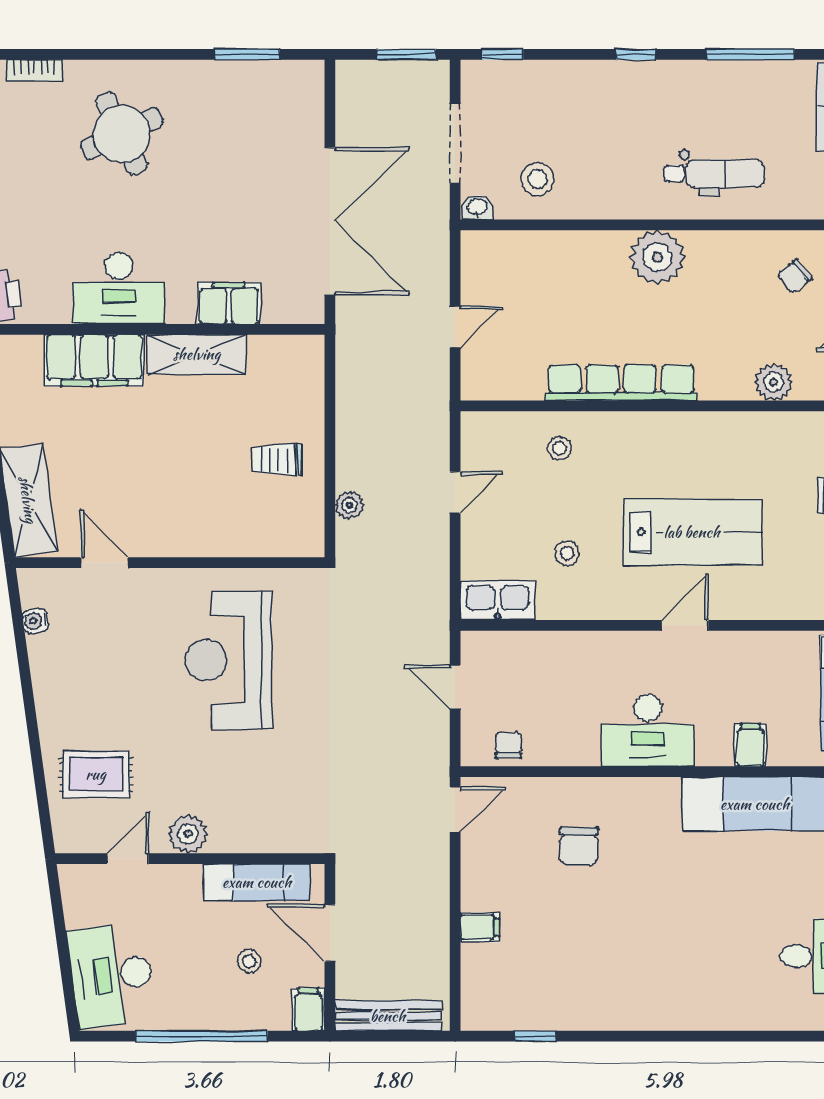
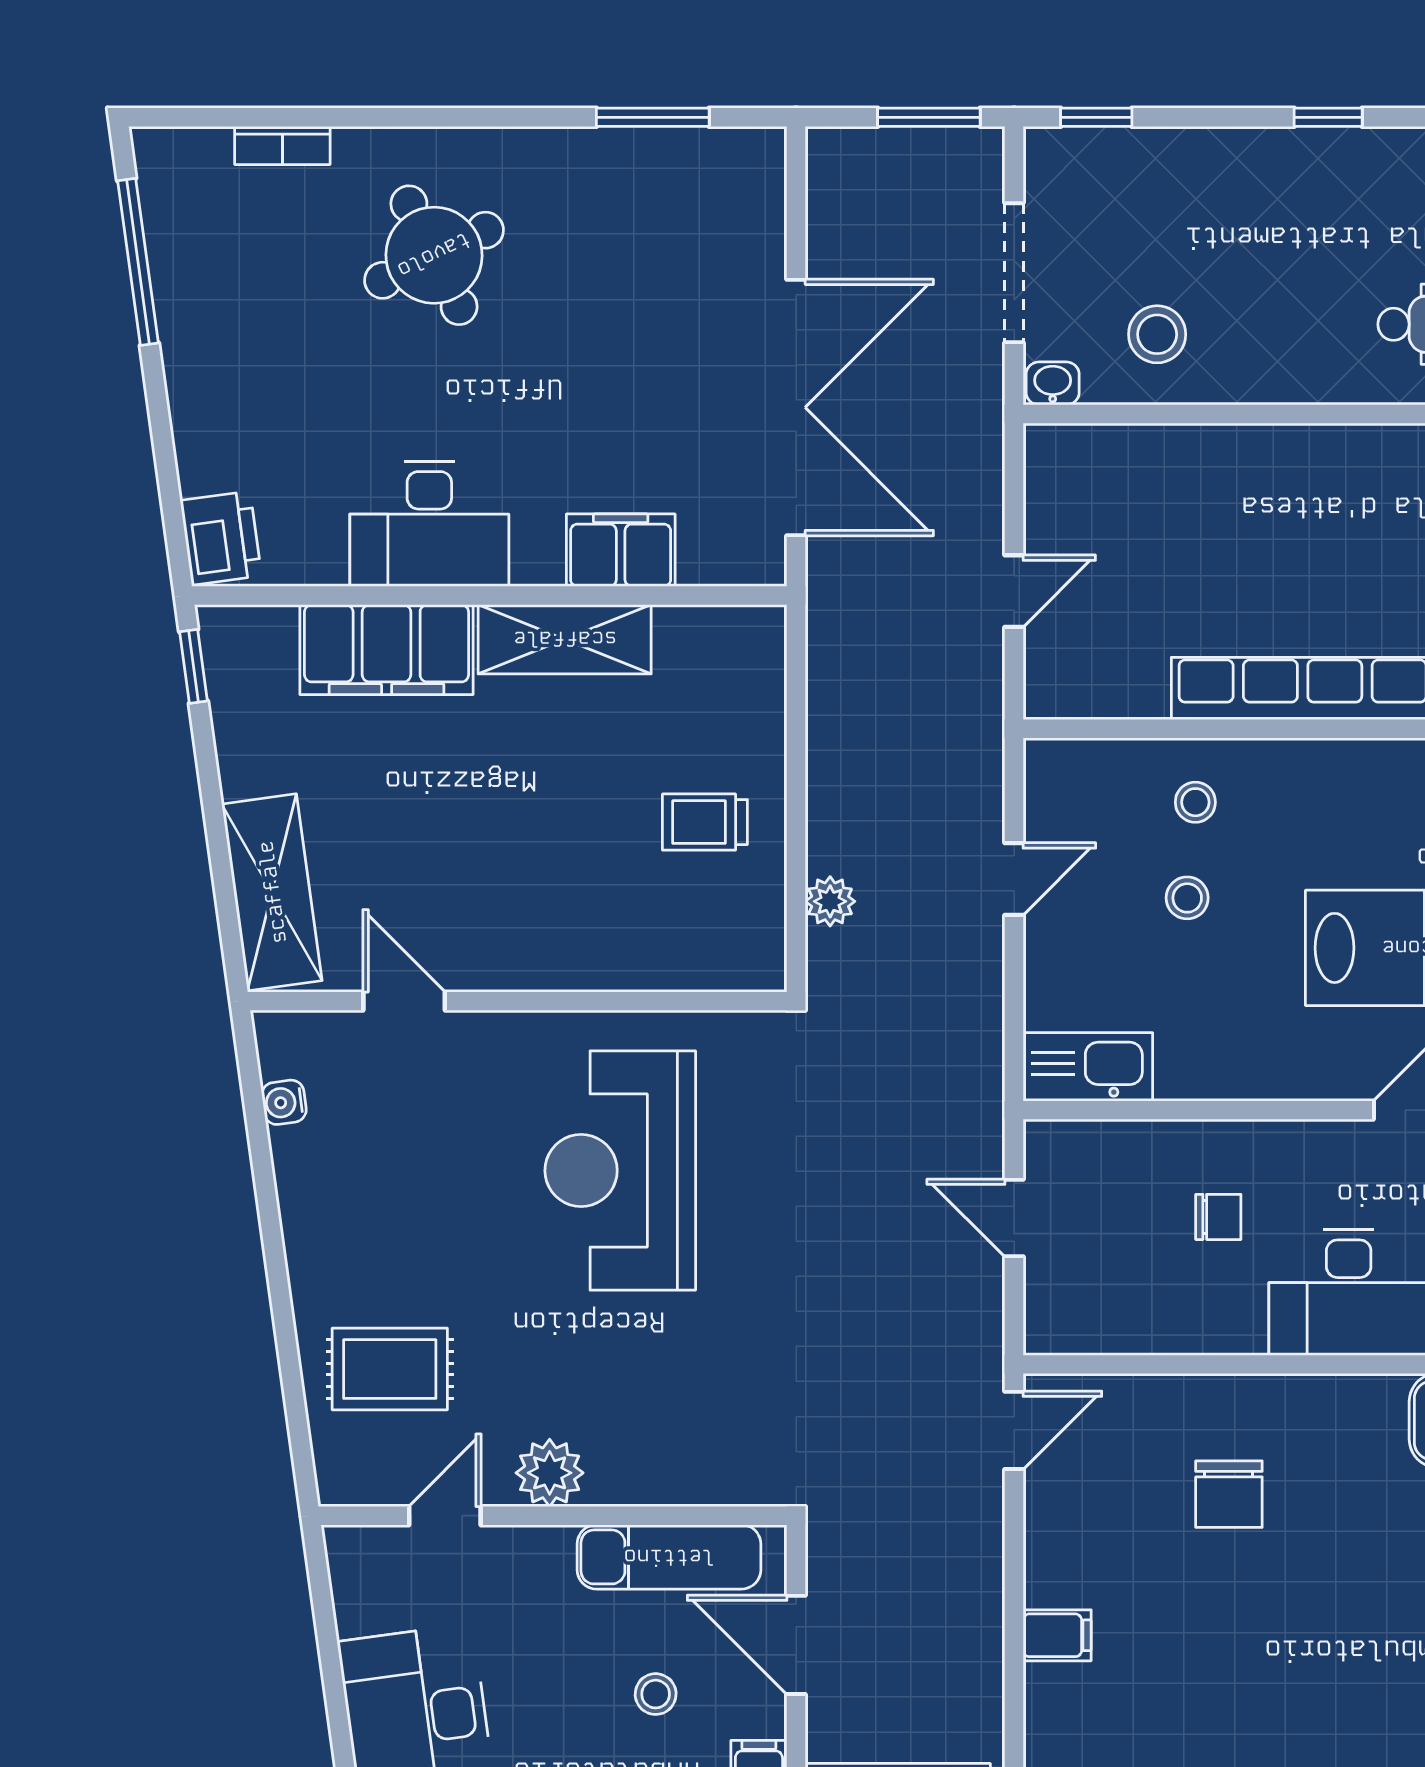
plant: (657, 257) -> (1366, 470), removed
stool: (567, 553) -> (1187, 898), moved
chair: (508, 745) -> (1218, 1217), moved, turned 90

